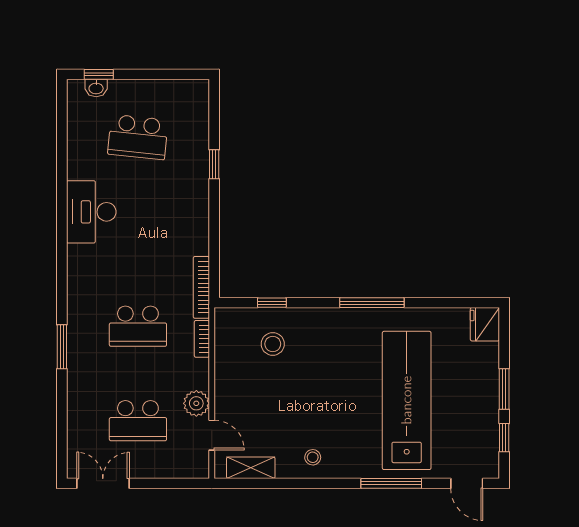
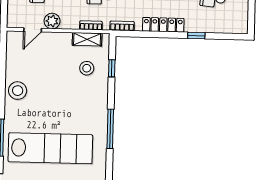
locker: (198, 219) -> (163, 25), added
bookcase: (201, 287) -> (122, 26), width x0.64
stool: (313, 457) -> (18, 91), width x1.89, depth x1.89
shelving: (251, 468) -> (87, 39), moved, turned 90

